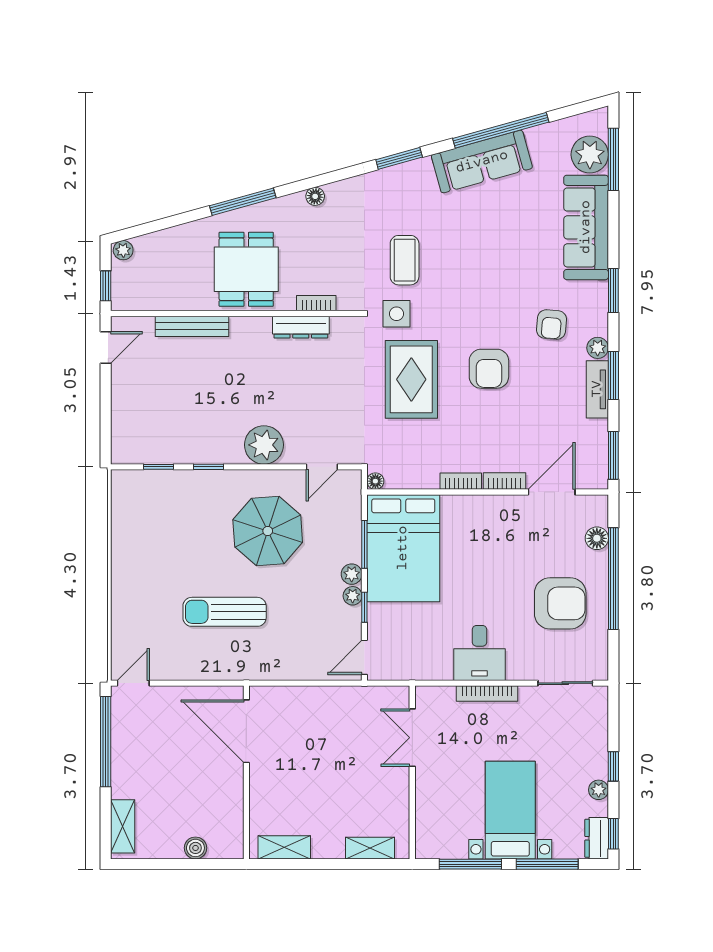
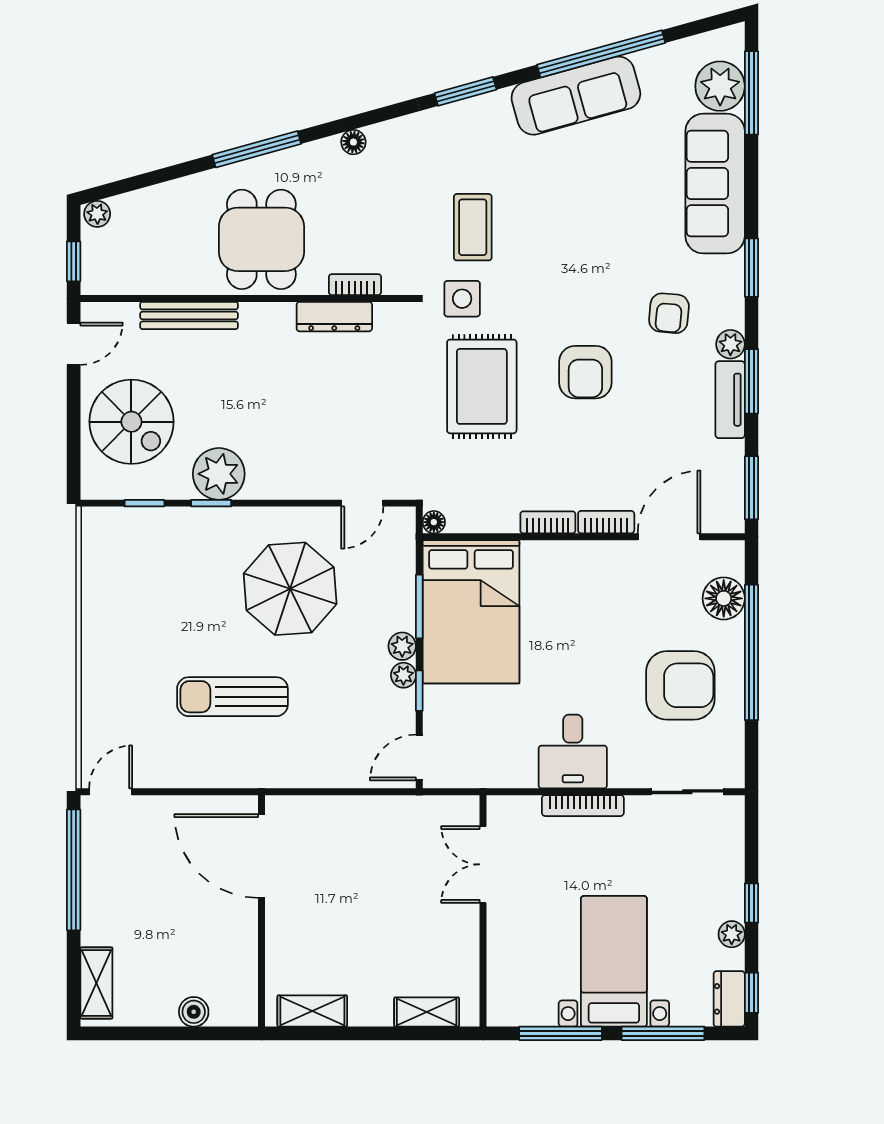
spiral stairs: (149, 406) -> (131, 422), added
plant: (264, 445) -> (219, 474), moved
floor lamp: (597, 538) -> (724, 598), width x1.38, depth x1.38

